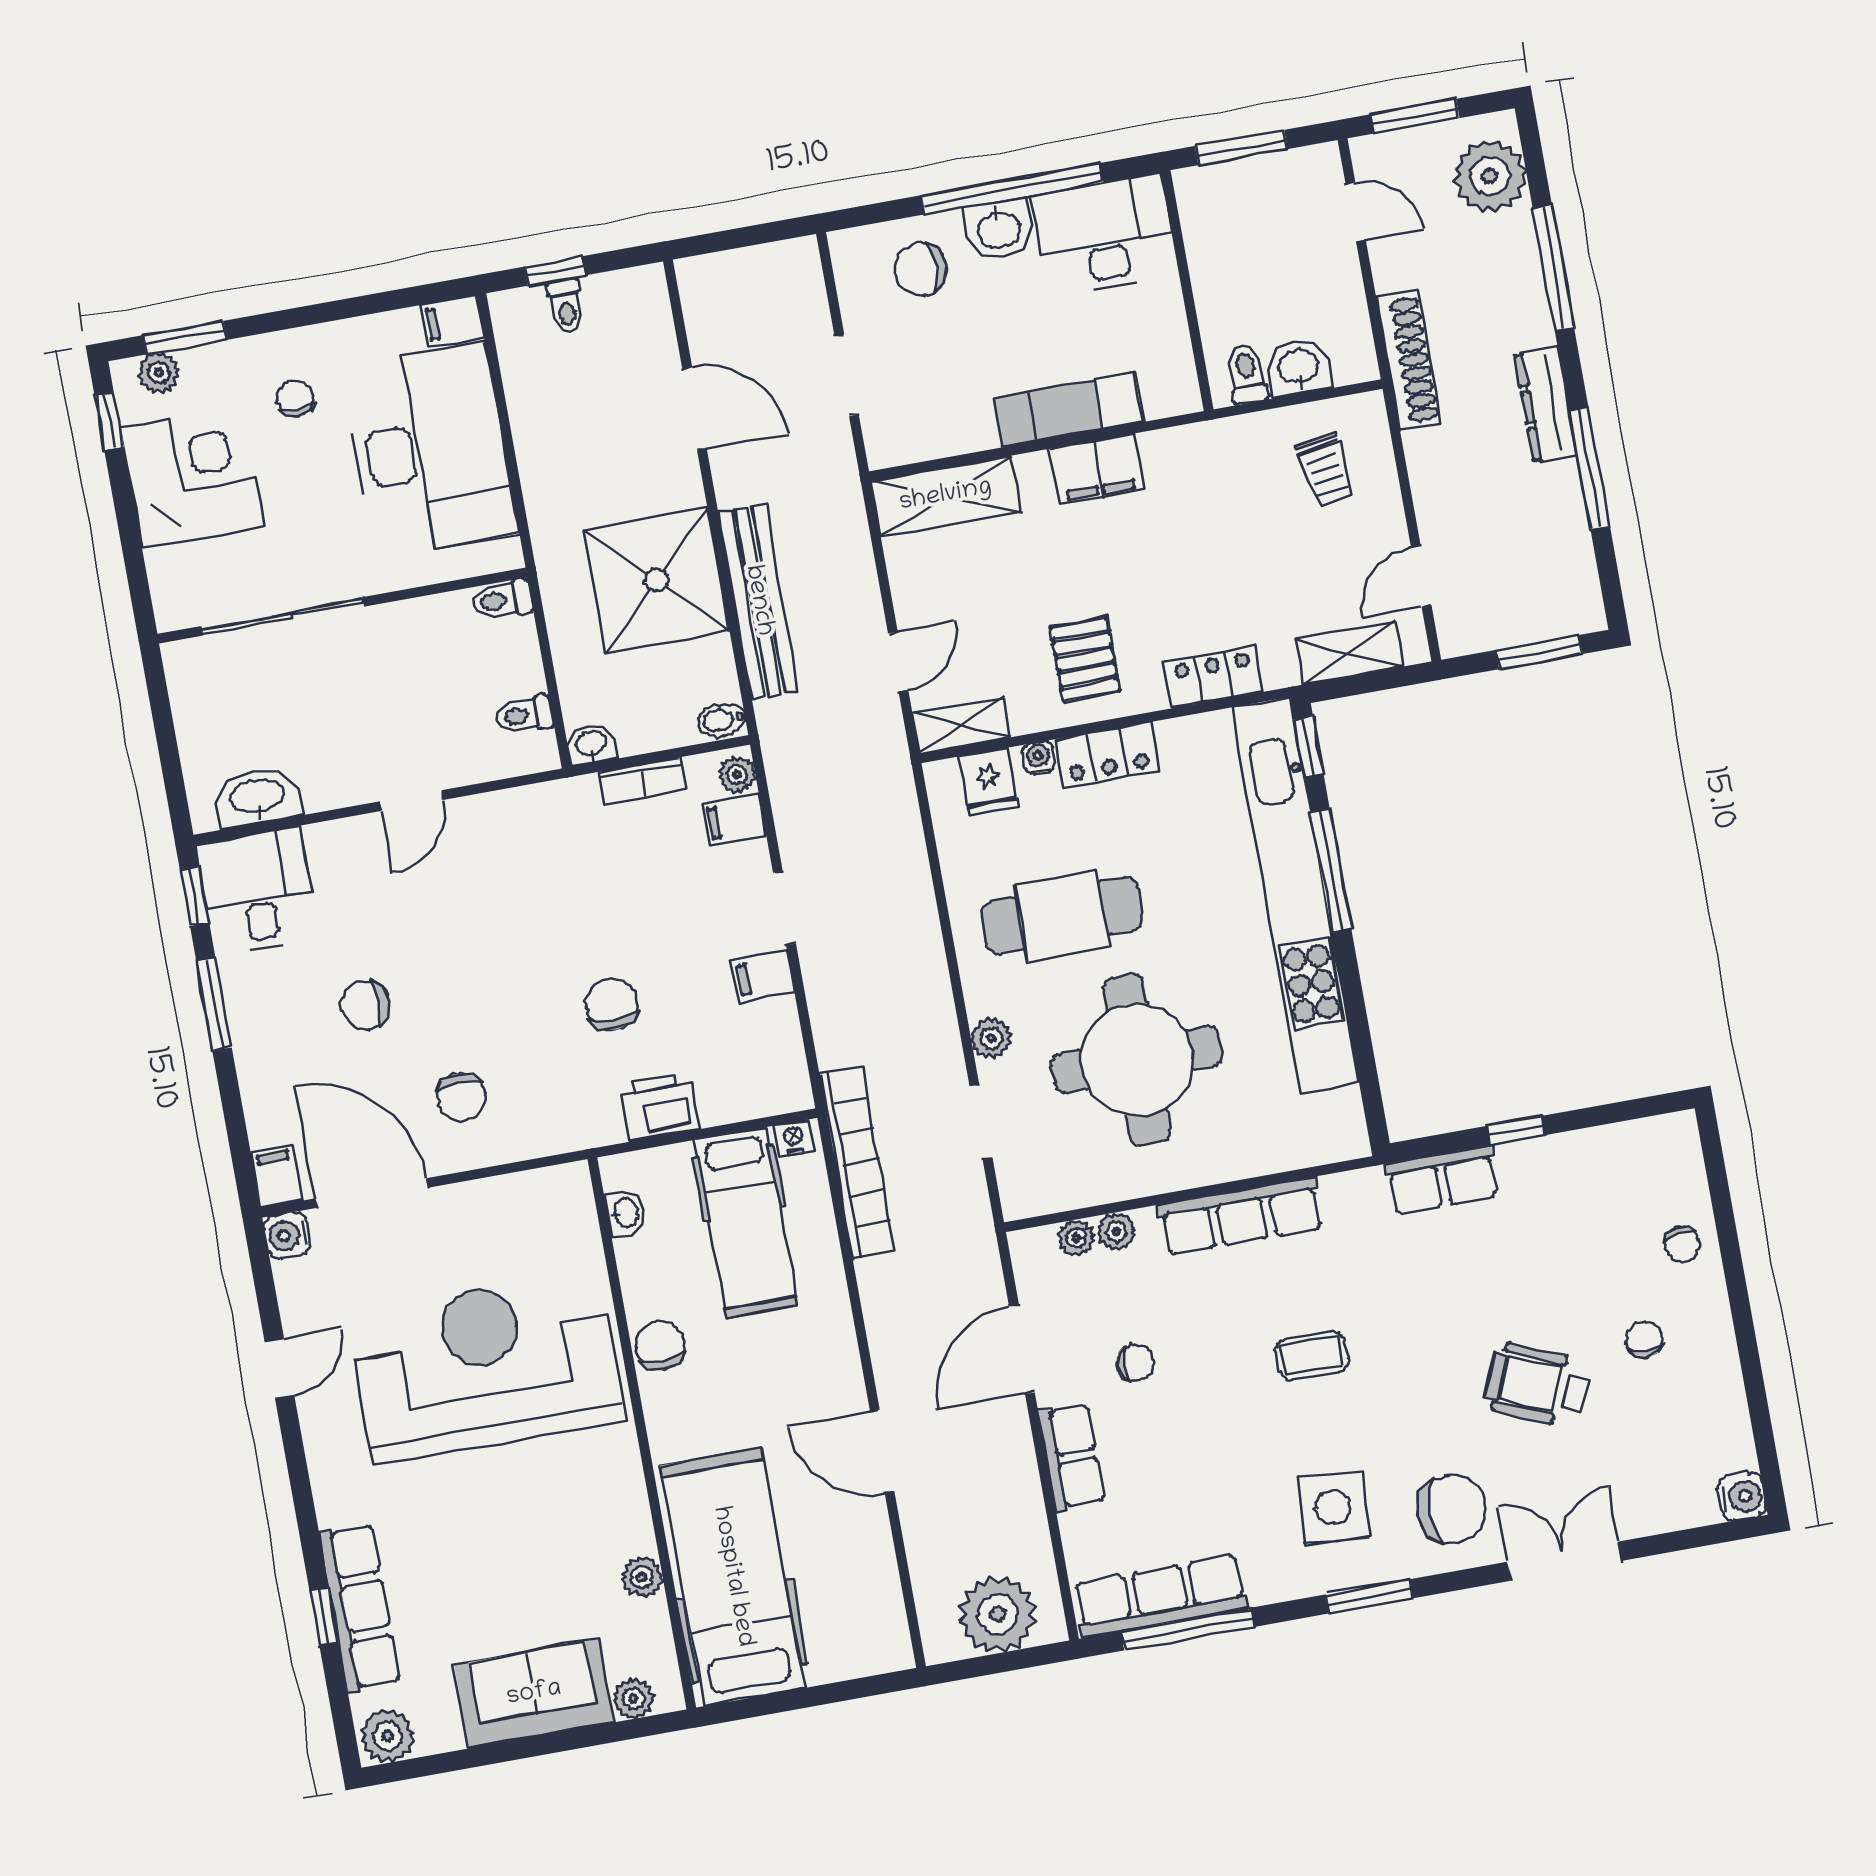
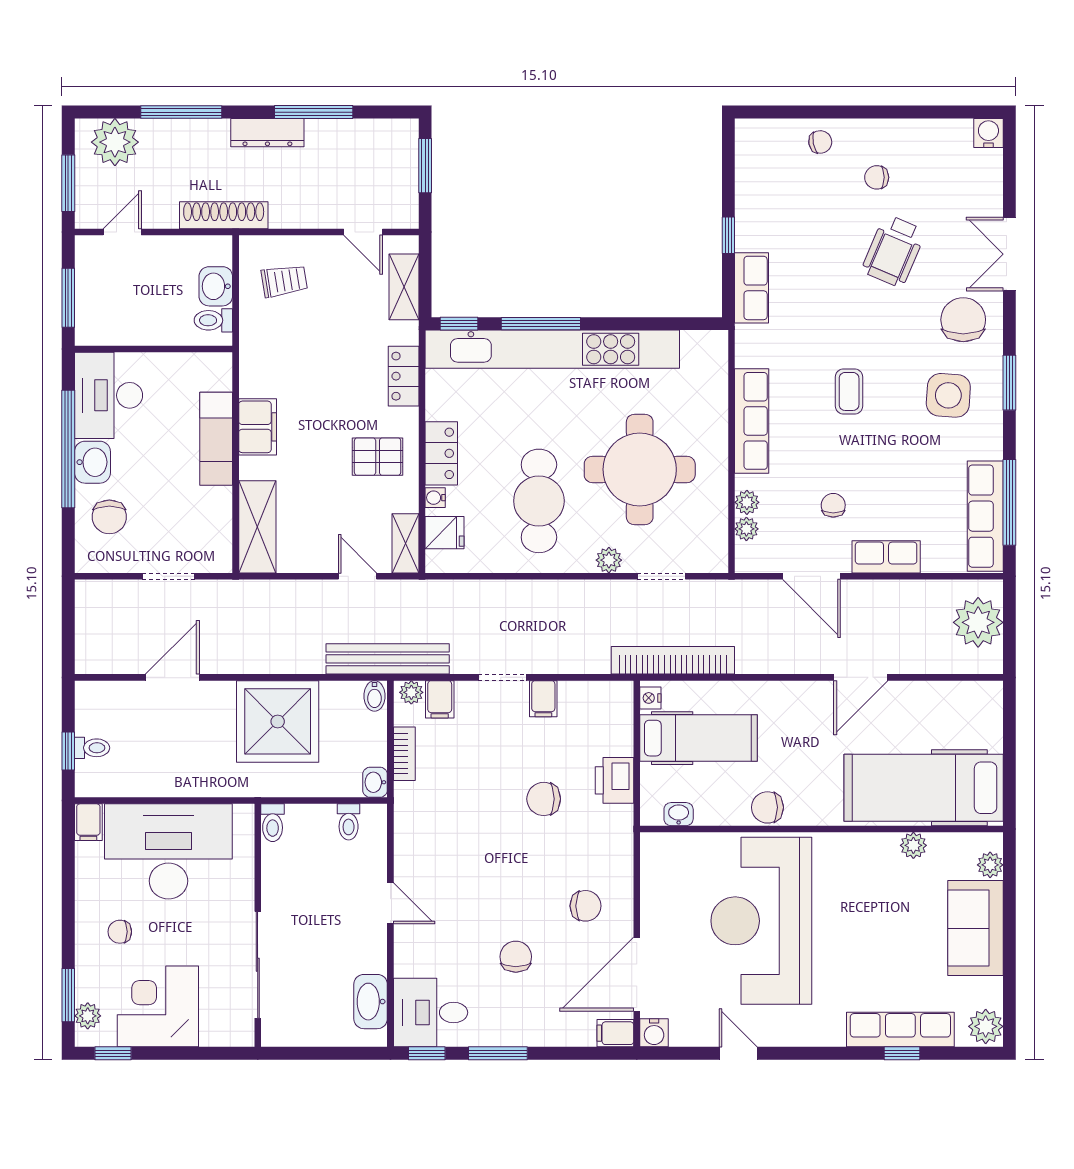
bench: (758, 601) -> (388, 659), moved
chair: (365, 1005) -> (516, 957), turned 180

